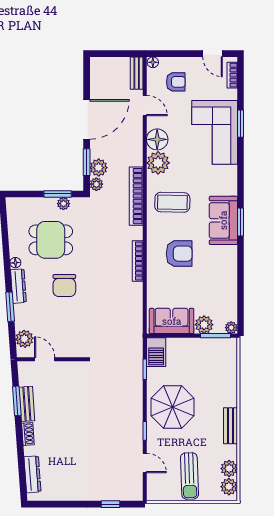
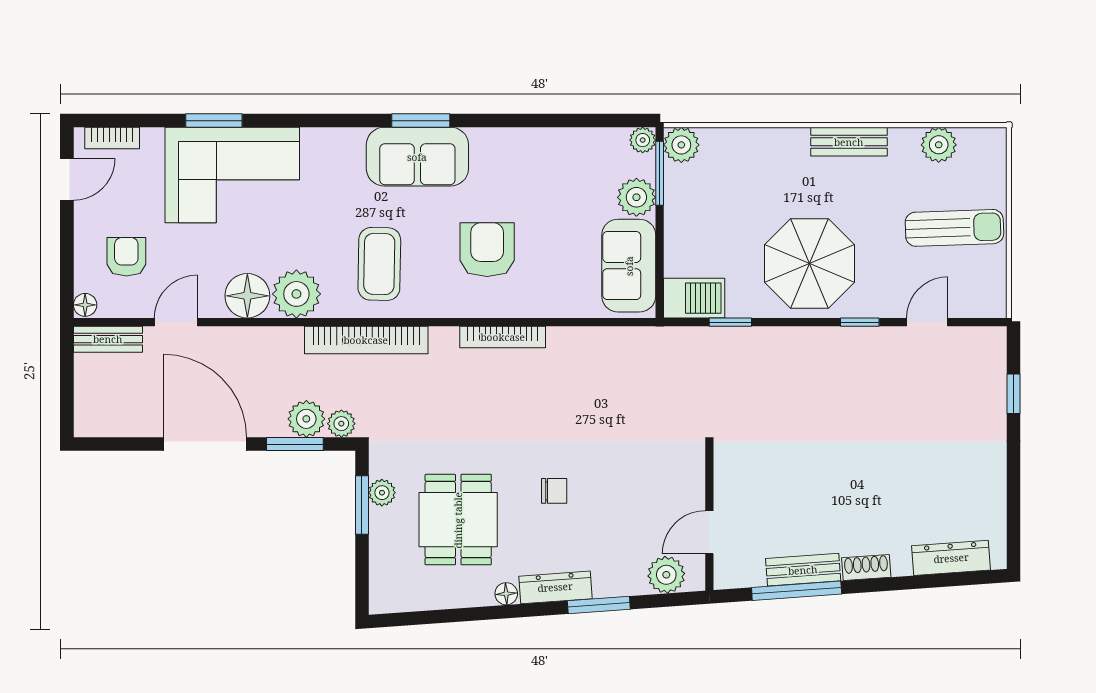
chair: (64, 285) -> (554, 491), width x0.54, depth x0.54
window: (17, 401) -> (797, 591), width x1.44
plant: (229, 487) -> (681, 145), moved

